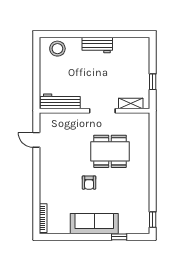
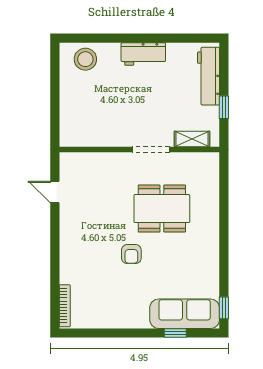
workbench: (60, 101) -> (209, 76), moved, turned -90
sofa: (94, 224) -> (185, 314), moved

